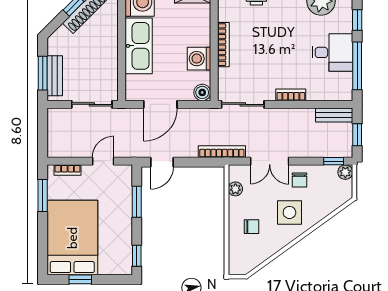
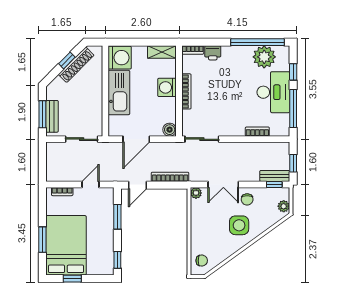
desk: (332, 52) -> (273, 92), width x1.37
washing machine: (199, 59) -> (167, 87), moved
bookcase: (291, 95) -> (257, 132), moved
bench: (334, 115) -> (275, 176), moved
bookcase: (222, 152) -> (170, 177), moved
plant: (345, 172) -> (284, 206), moved
plant: (235, 189) -> (196, 193), moved
window: (43, 195) -> (42, 240), moved
chair: (252, 227) -> (202, 261), moved

